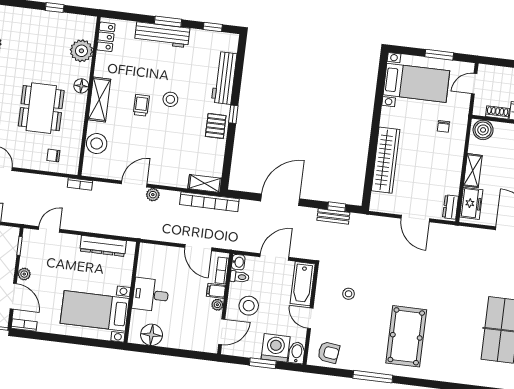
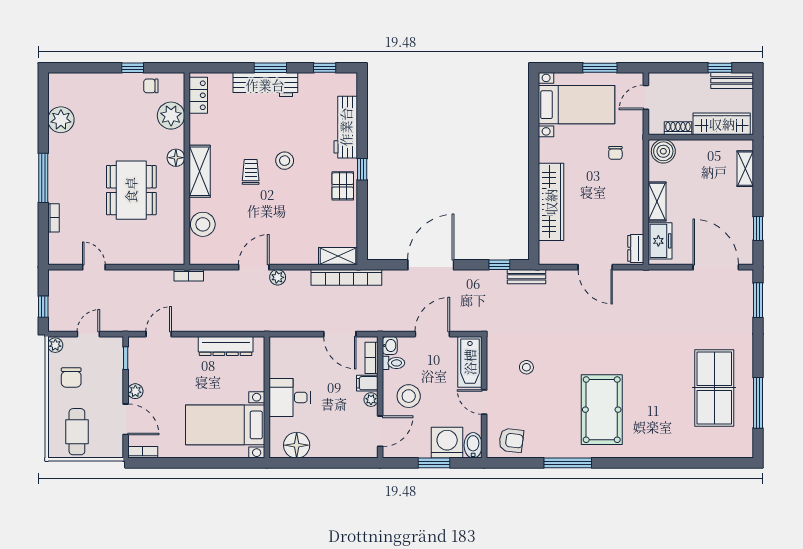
chair: (53, 155) -> (151, 86), moved
bench: (333, 216) -> (527, 277), moved

